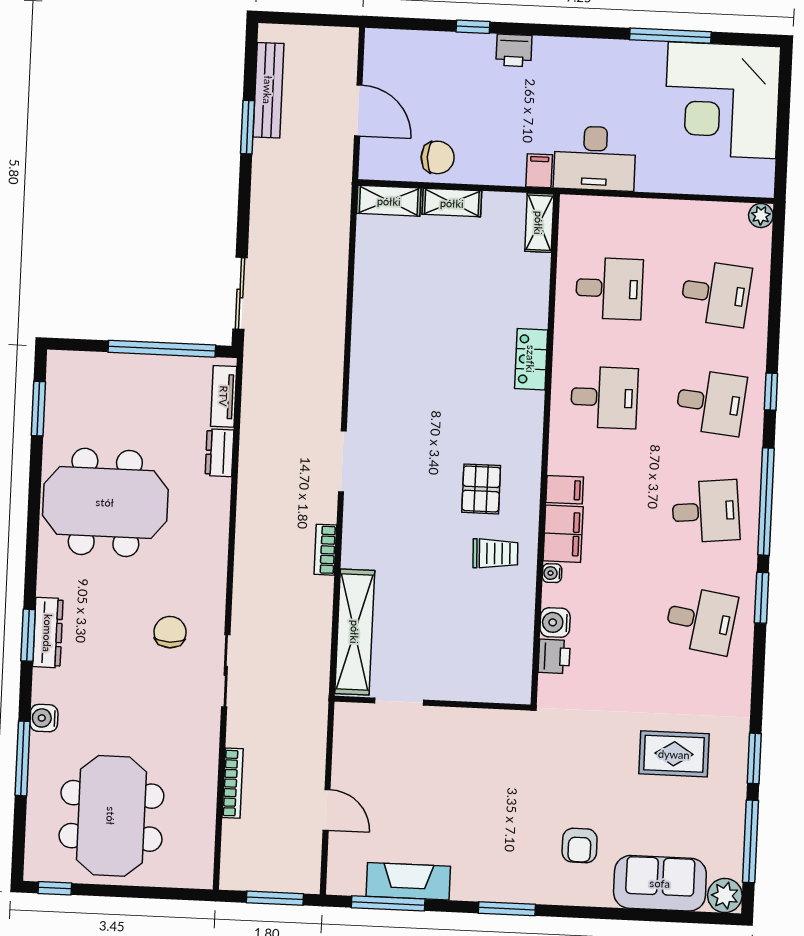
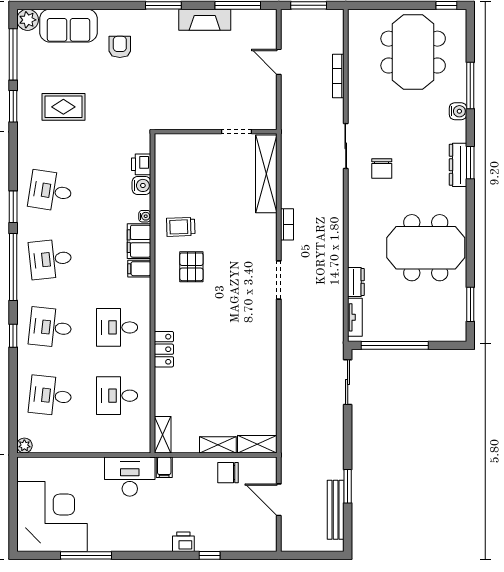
fireplace: (408, 881) -> (205, 20), moved

